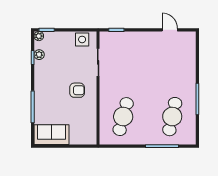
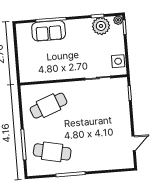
plant: (39, 55) -> (101, 26), width x1.87, depth x1.87
armchair: (77, 90) -> (70, 60), removed
cafe table: (123, 117) -> (49, 106), turned -36
sofa: (52, 135) -> (49, 31), moved, turned 90

